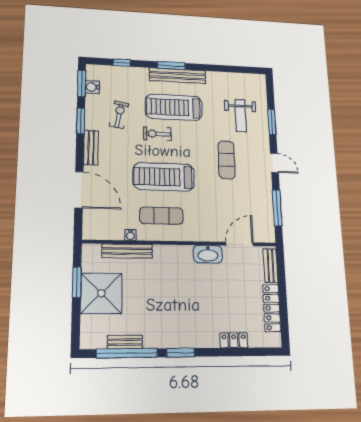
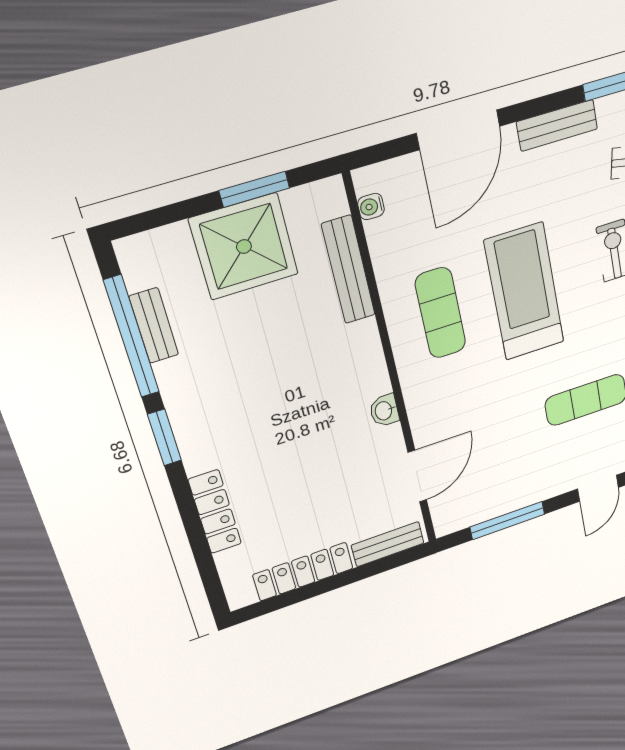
water cooler: (130, 235) -> (371, 206), moved
door: (239, 244) -> (417, 476), hinge flipped
washbasin: (208, 254) -> (384, 411), width x0.52, depth x0.69
locker: (234, 340) -> (215, 512), width x1.53

